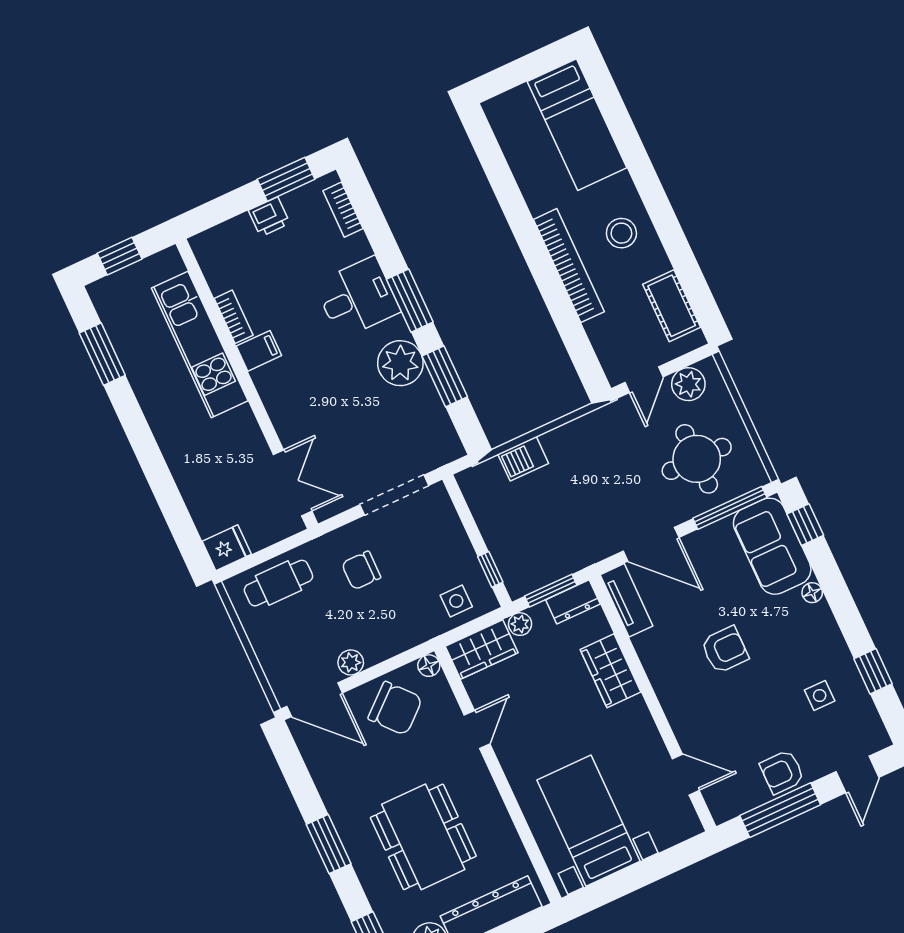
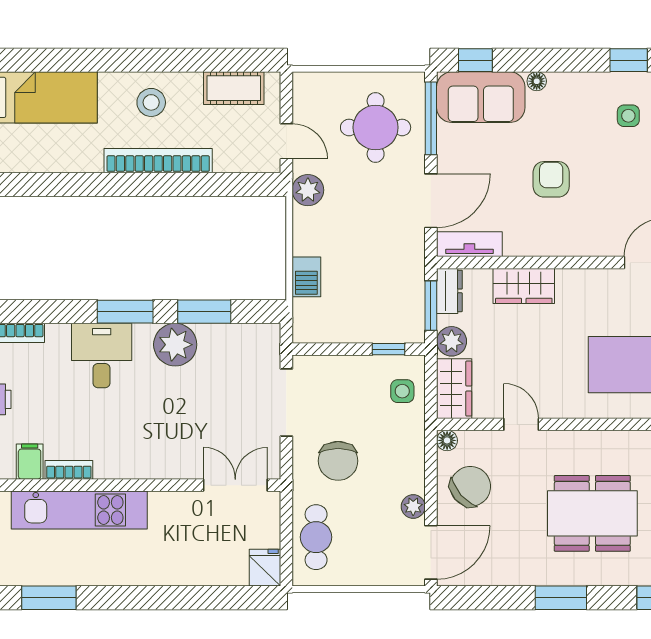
filing cabinet: (259, 351) -> (30, 462), moved
plant: (688, 384) -> (308, 190), moved
chair: (361, 570) -> (338, 461), width x1.37, depth x1.37
plant: (520, 624) -> (452, 341), width x1.38, depth x1.38

